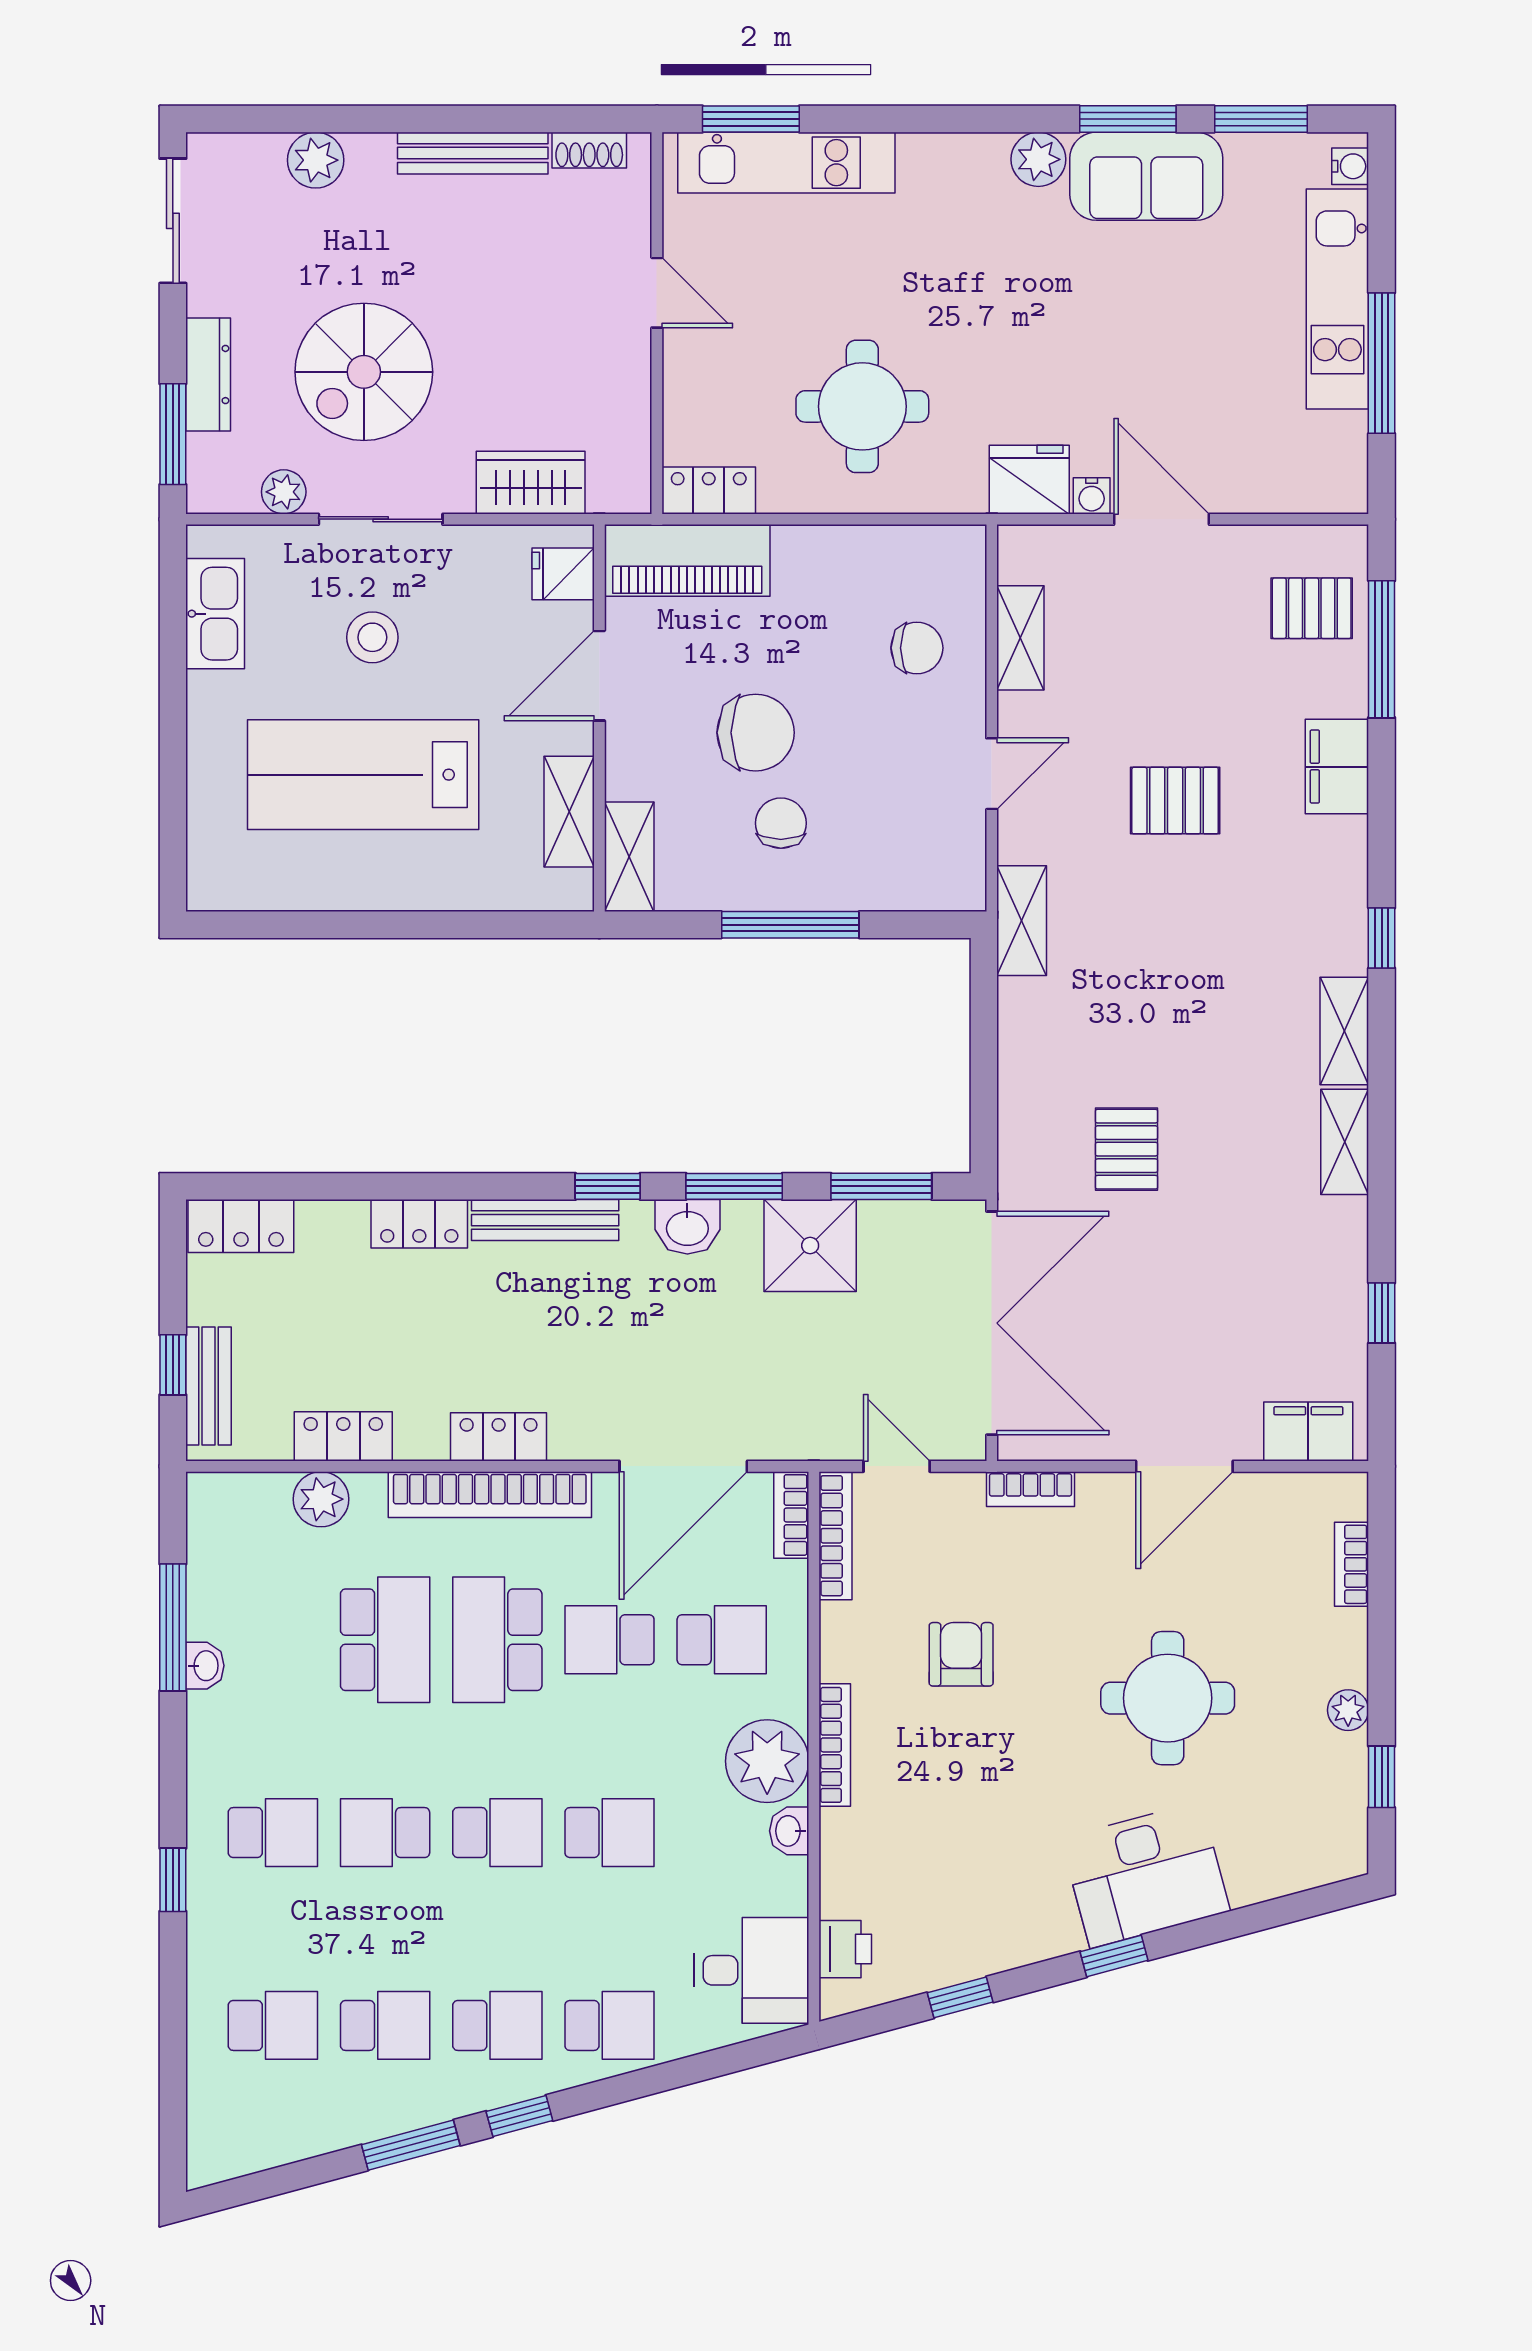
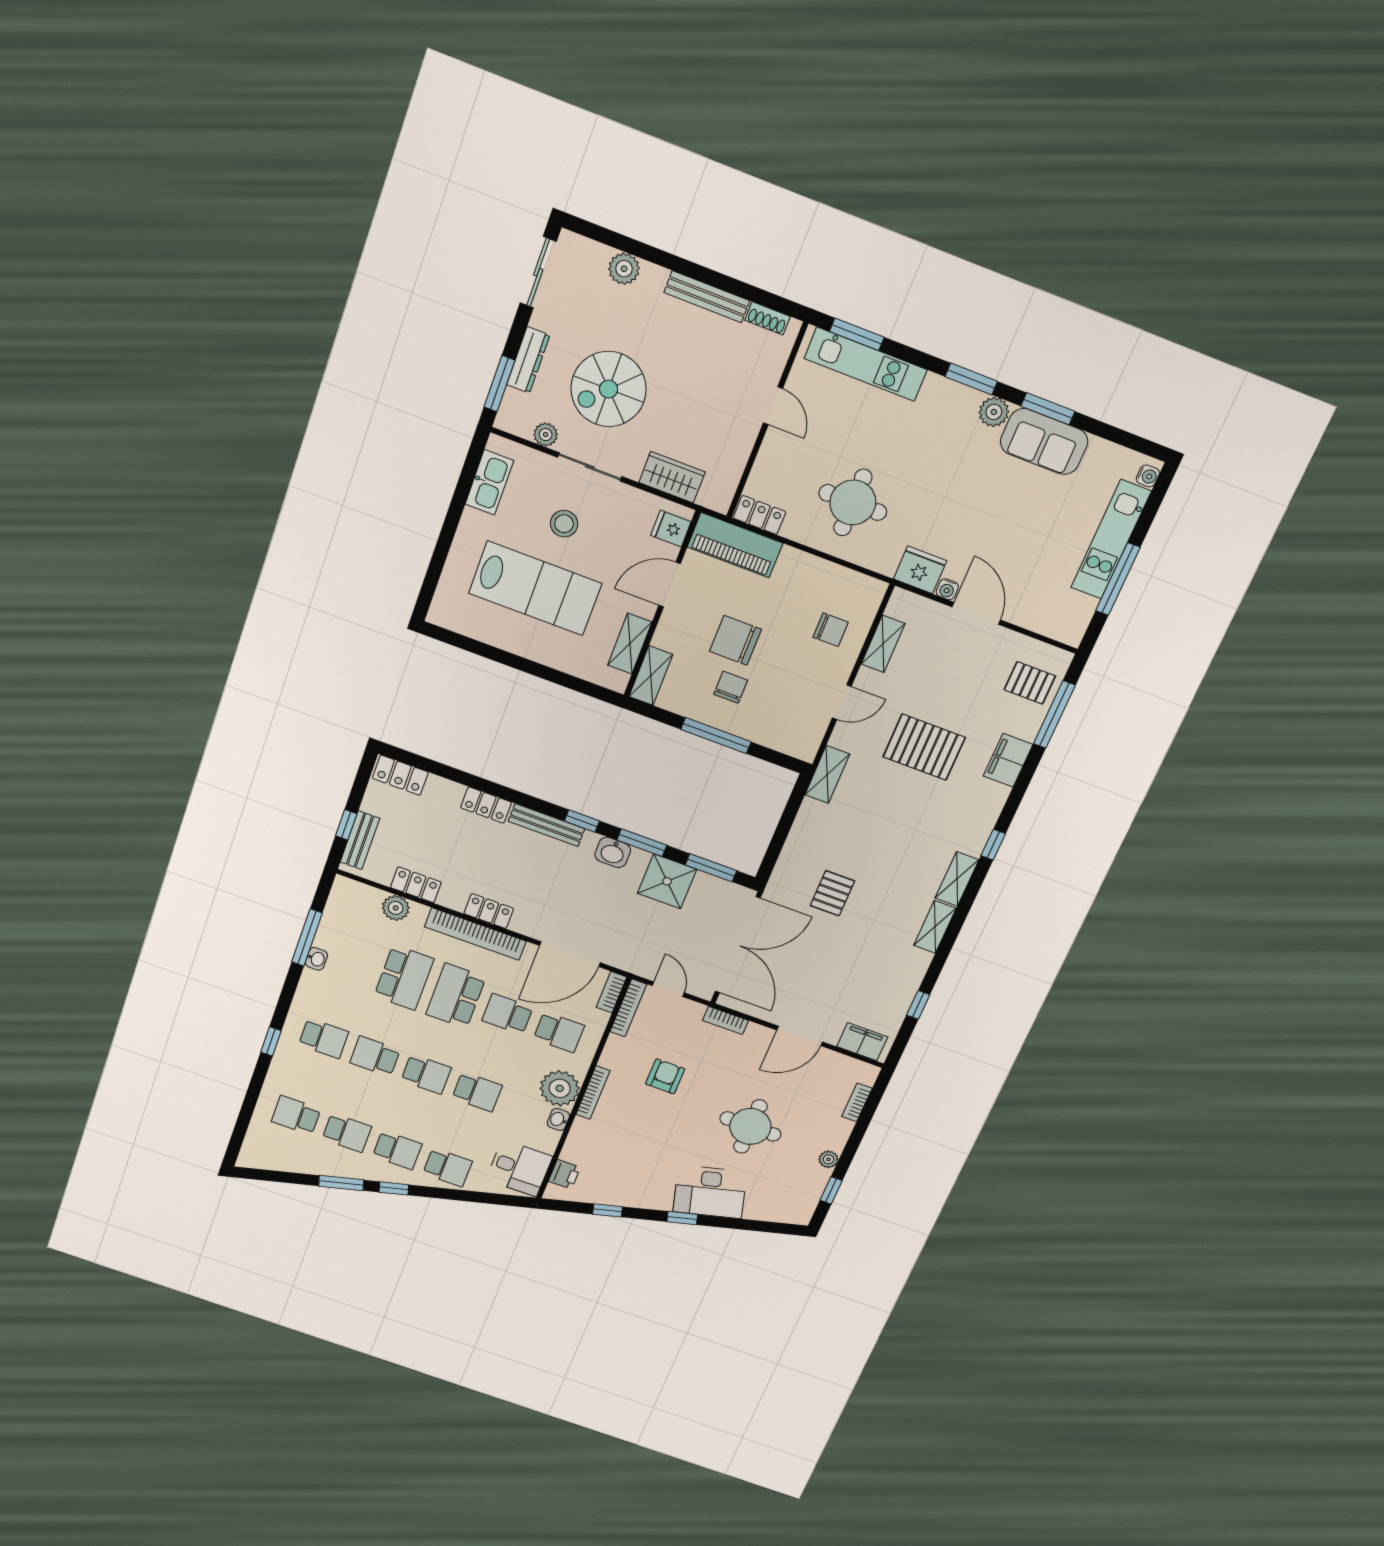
window: (1261, 119) -> (971, 379), moved
chair: (756, 733) -> (735, 640), turned 180
lab bench: (363, 775) -> (535, 588), turned 180
pallet: (1175, 801) -> (924, 747), width x1.50, depth x1.42
school desk: (273, 2025) -> (296, 1115), turned 180

